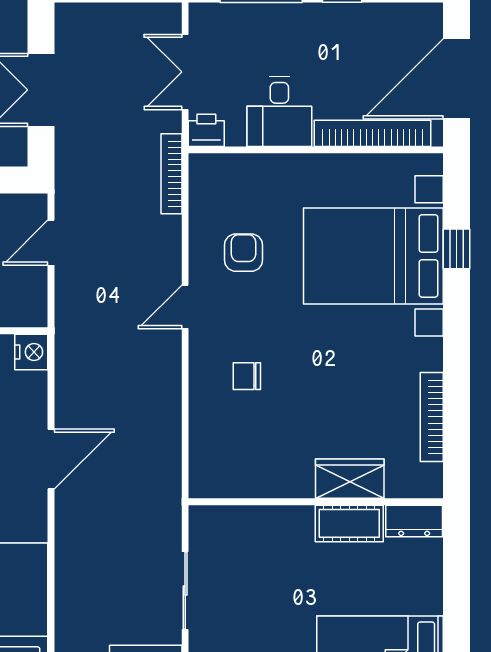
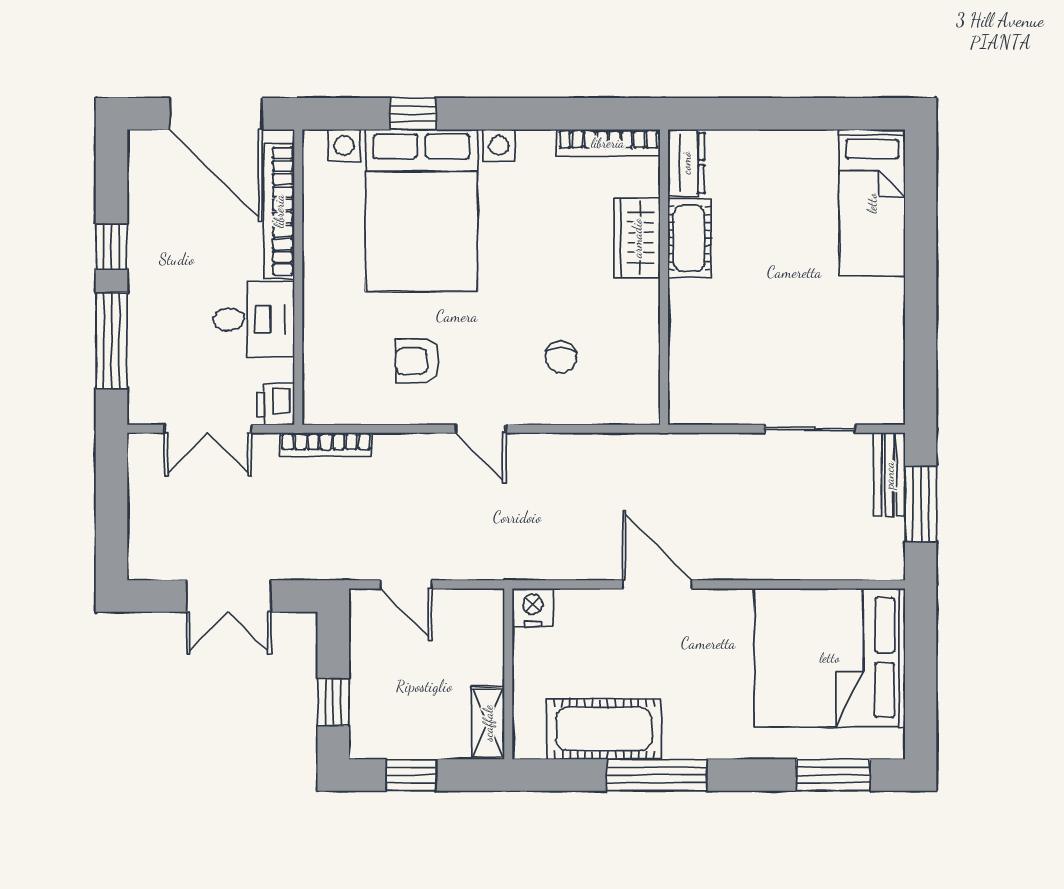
wardrobe: (350, 479) -> (637, 238), moved
wall: (316, 502) -> (664, 277), moved
dresser: (414, 521) -> (686, 163), moved
cot: (349, 523) -> (689, 238), moved

